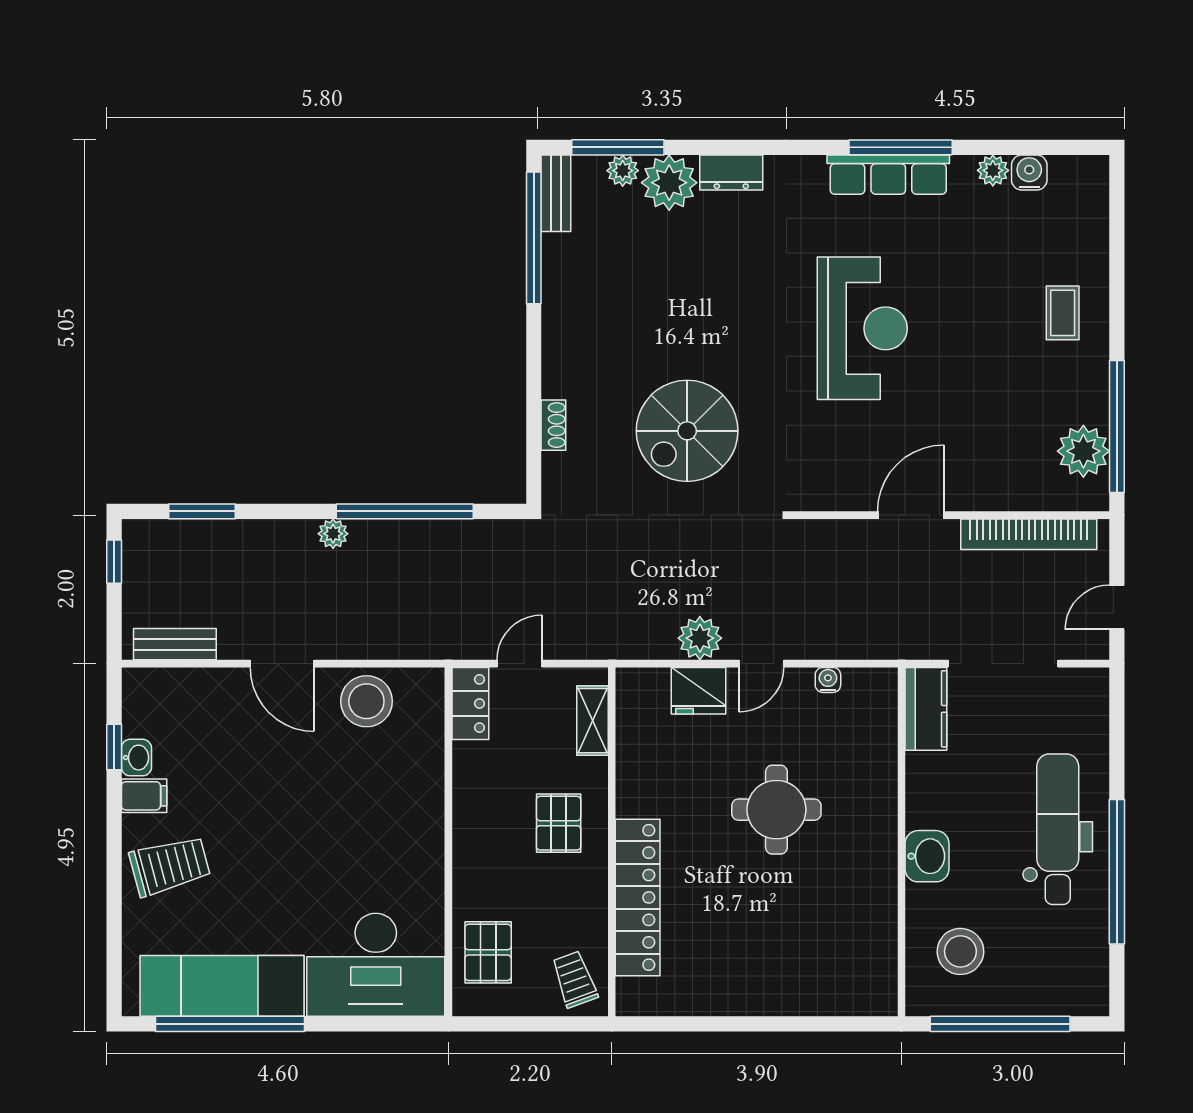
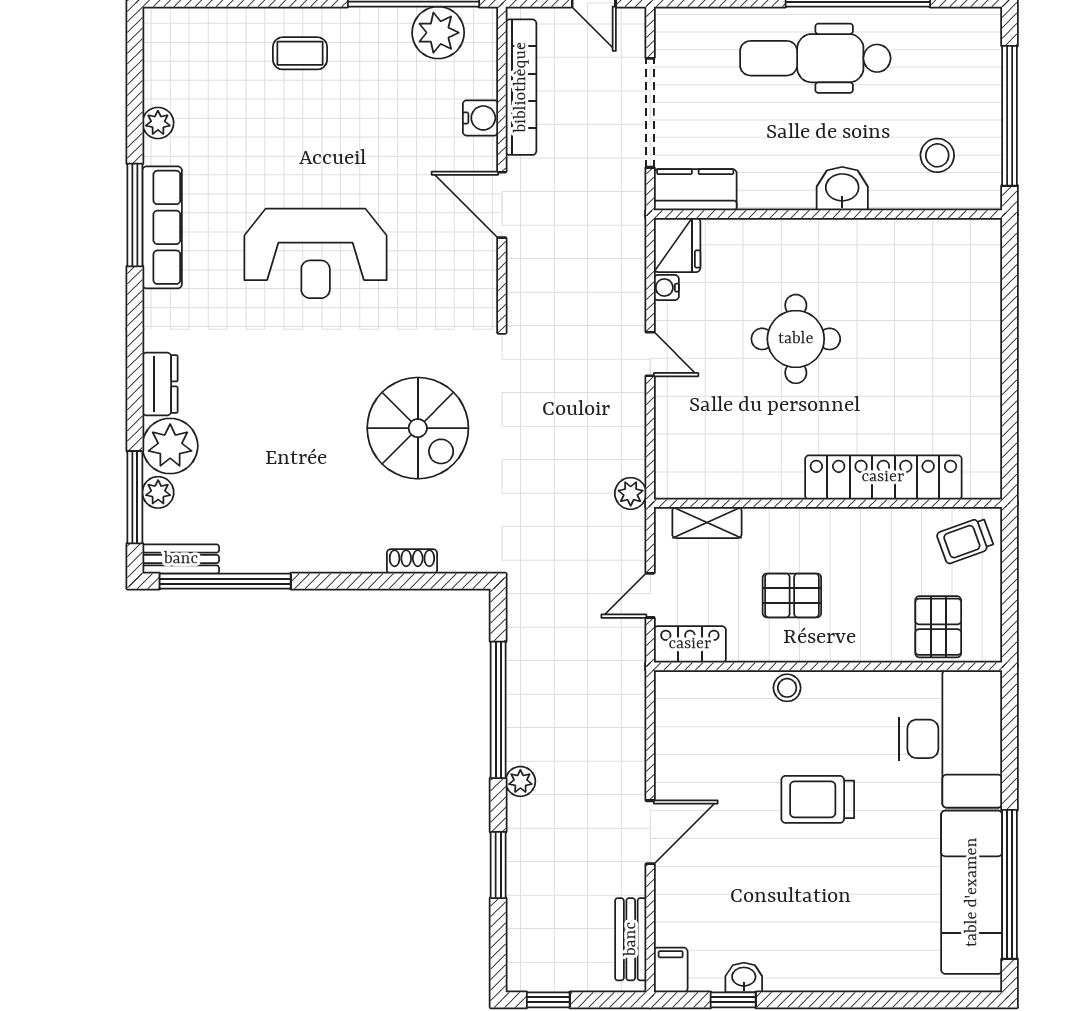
water cooler: (1029, 173) -> (480, 118), moved, turned 180
reception desk: (862, 328) -> (316, 253), turned 180
window: (202, 511) -> (498, 865), moved
plant: (700, 638) -> (631, 493), moved, width x0.73, depth x0.73
door: (520, 664) -> (650, 595), hinge flipped
fridge: (699, 691) -> (677, 245), moved
stool: (366, 701) -> (787, 688), moved, width x0.53, depth x0.53
filing cabinet: (144, 796) -> (671, 970), moved
pallet: (559, 823) -> (792, 595), moved
trolley: (170, 866) -> (818, 799), moved, turned -75
stool: (960, 951) -> (937, 155), width x0.73, depth x0.73
pallet: (488, 952) -> (938, 627), turned 90

